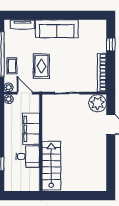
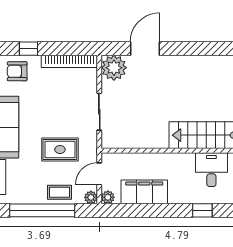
armchair: (95, 37) -> (17, 71), added
filing cabinet: (31, 129) -> (144, 192), moved, turned 180
desk: (28, 156) -> (211, 170), moved

